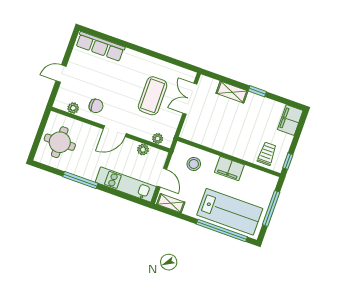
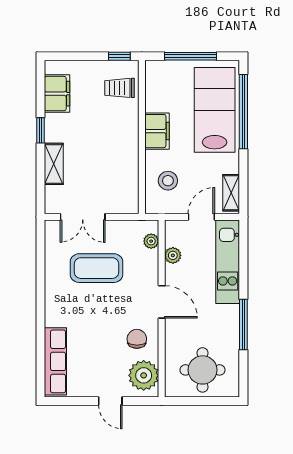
plant: (73, 108) -> (144, 375), width x1.87, depth x1.87
filing cabinet: (290, 120) -> (57, 94), moved, turned -90

